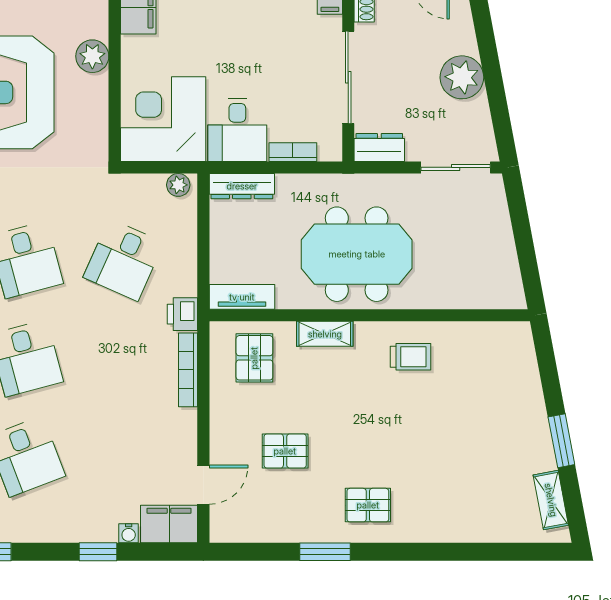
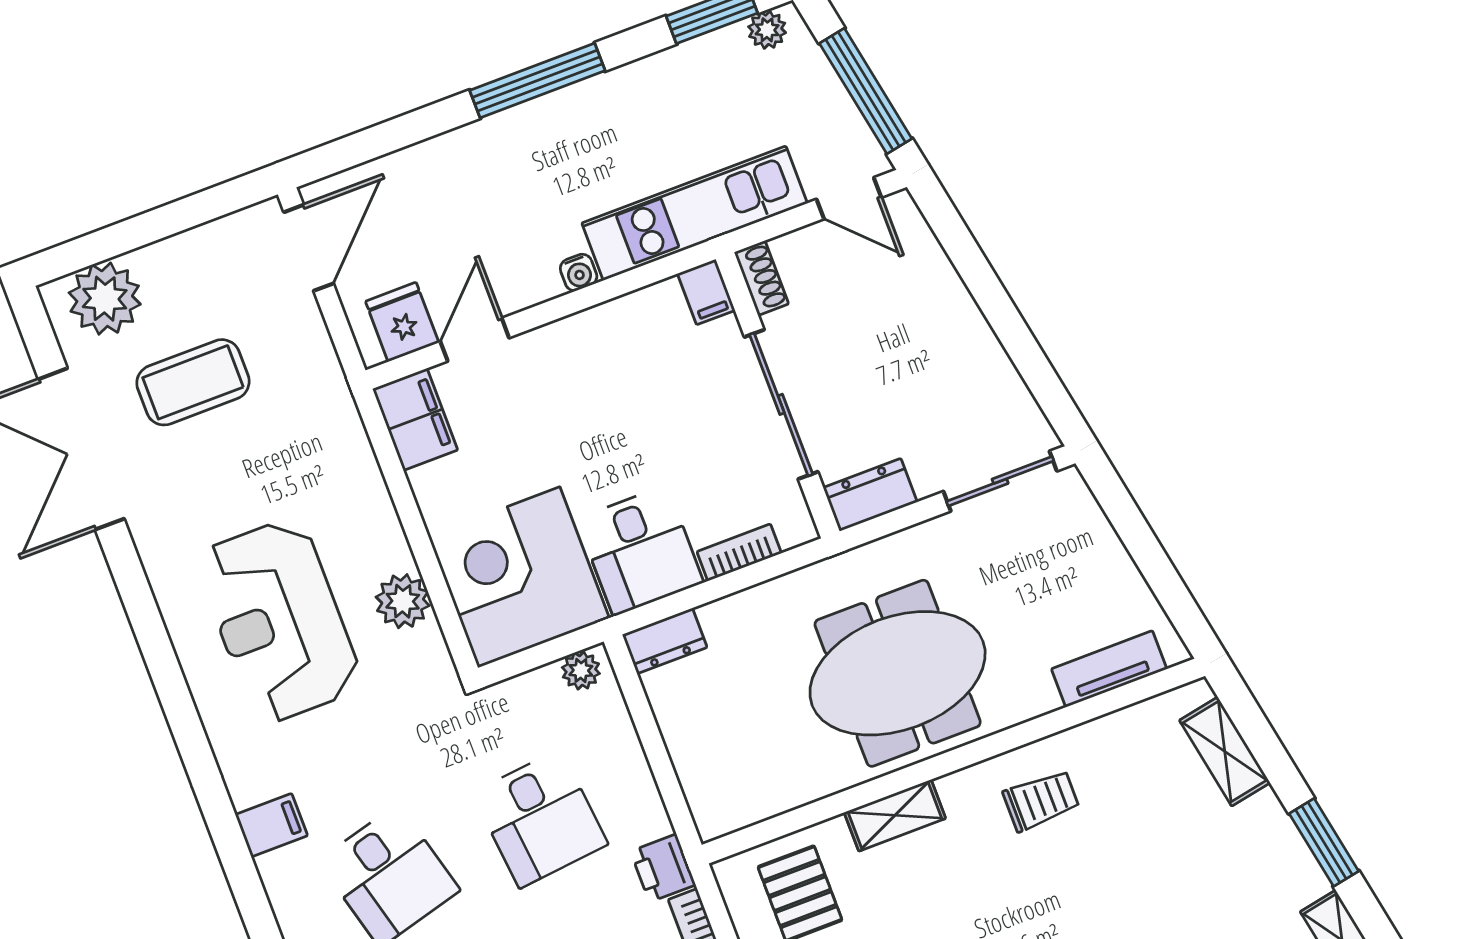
plant: (92, 56) -> (403, 601), moved
plant: (462, 77) -> (957, 338), removed
dresser: (242, 186) -> (665, 641), width x0.70
desk: (123, 260) -> (540, 819), turned -30
tv unit: (242, 297) -> (1109, 669), moved
shelving: (525, 368) -> (1225, 751), added

